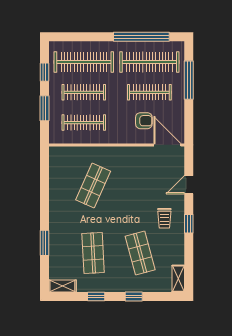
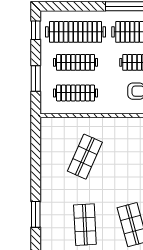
window: (44, 72) -> (36, 30), moved

